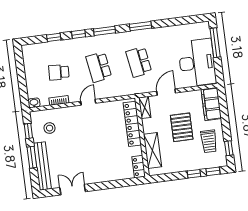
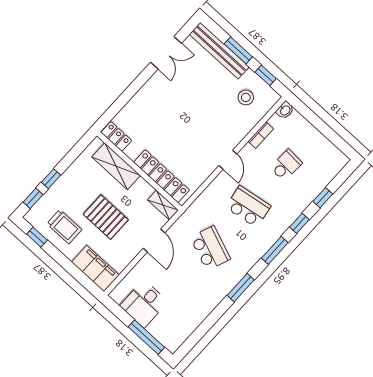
school desk: (139, 62) -> (210, 248), turned 30
desk: (197, 63) -> (144, 304), width x0.53, depth x0.77
trolley: (209, 141) -> (64, 227), turned 180

